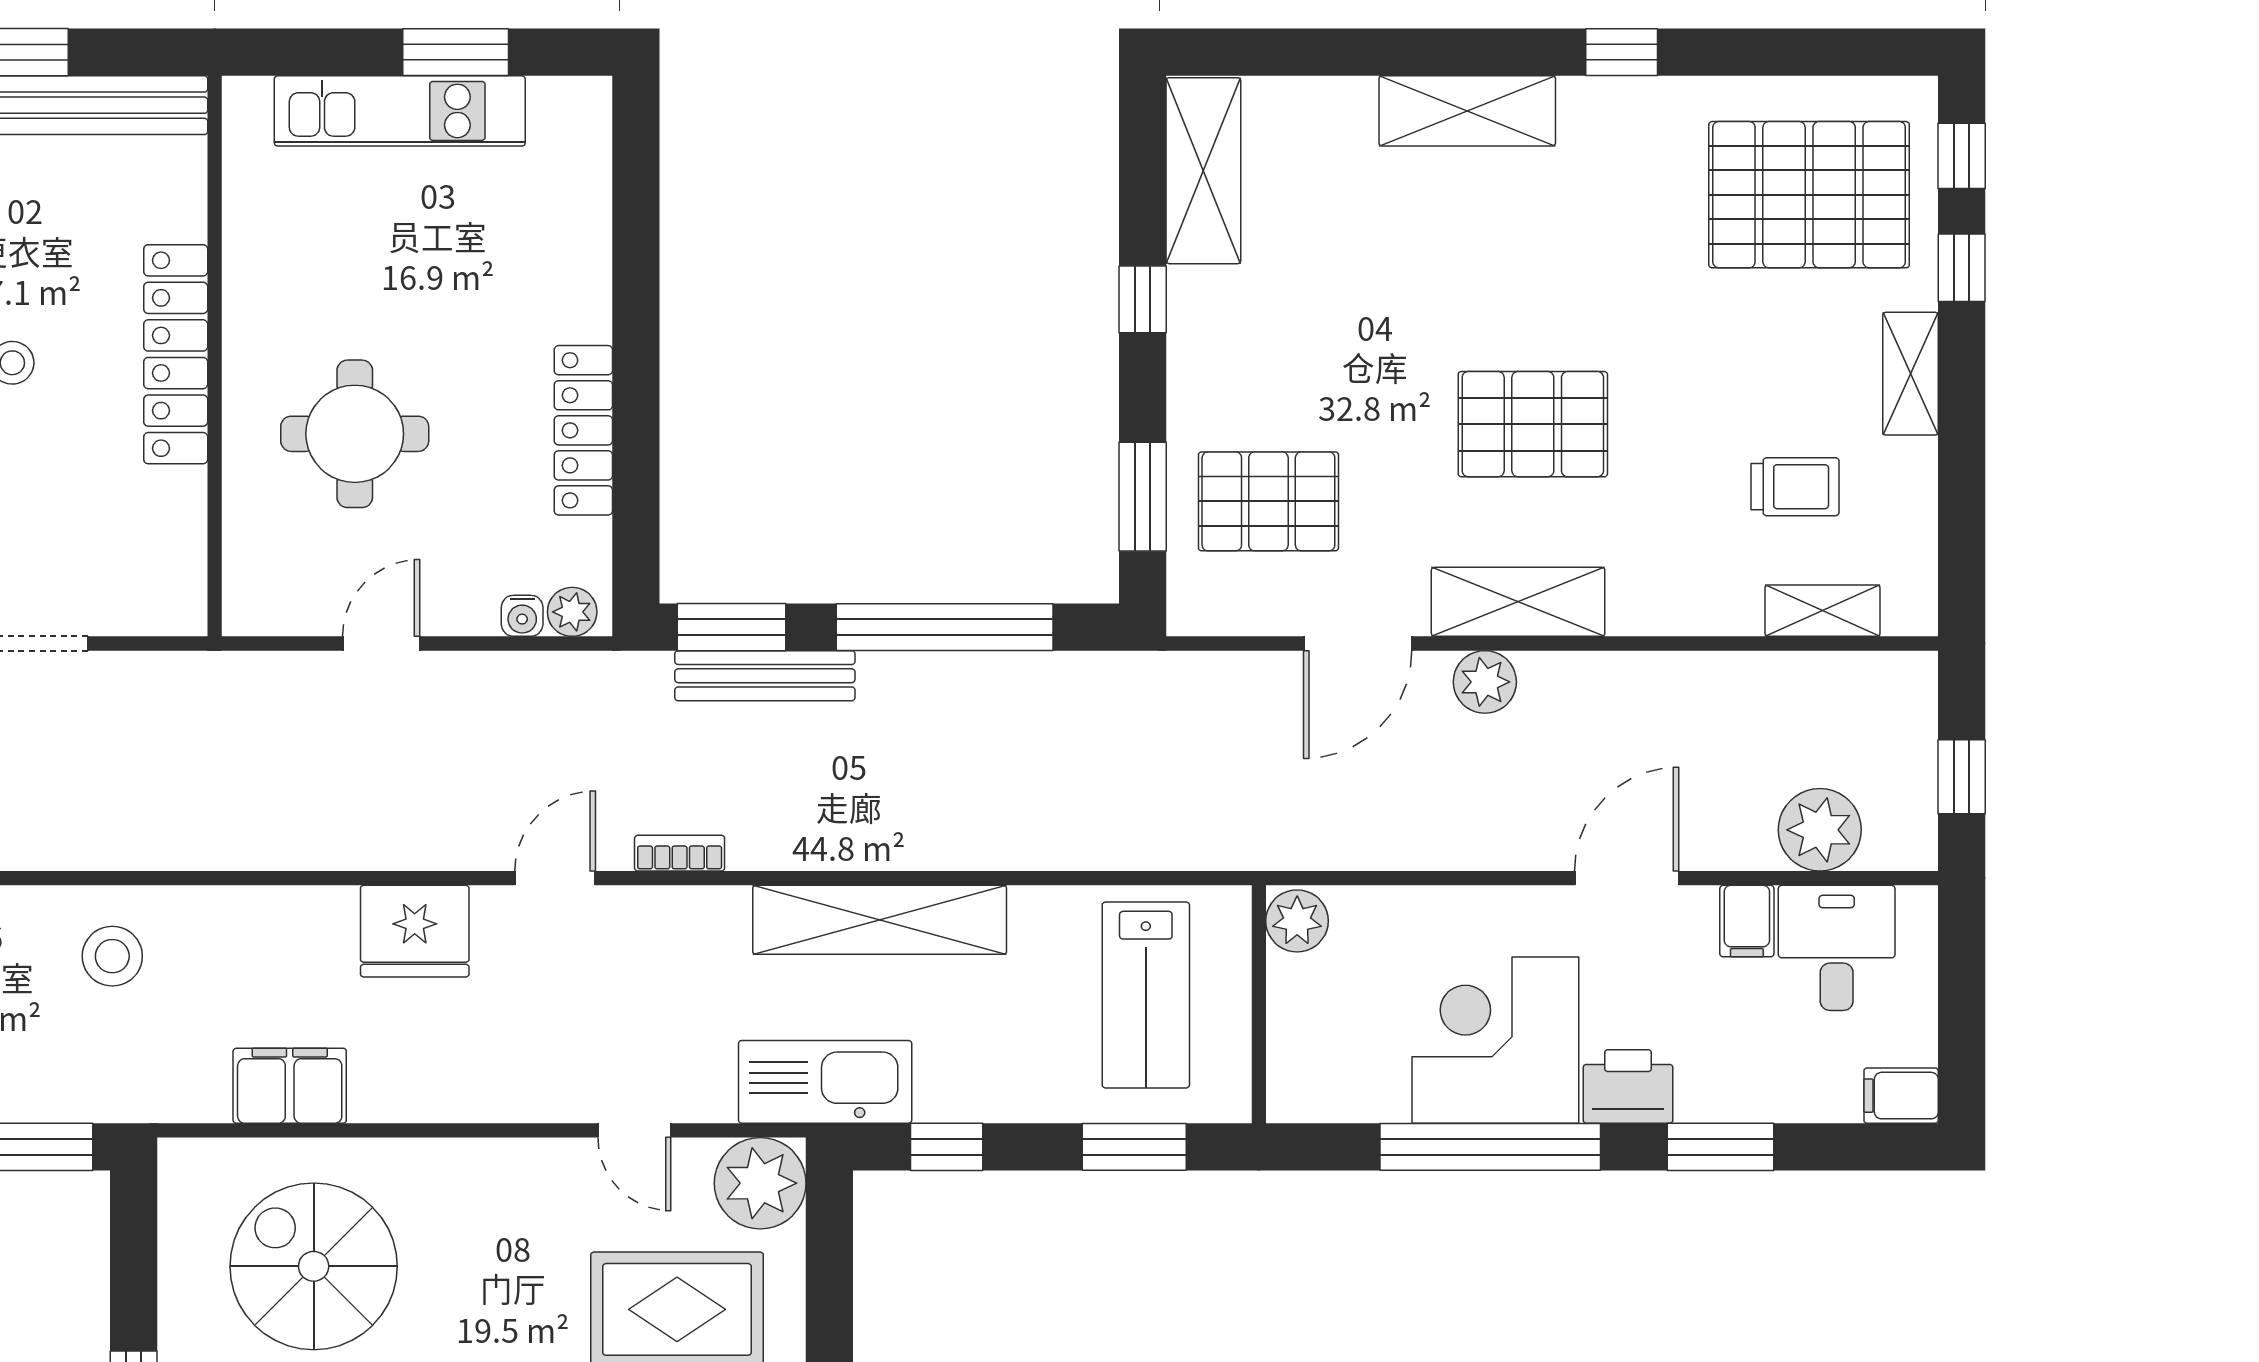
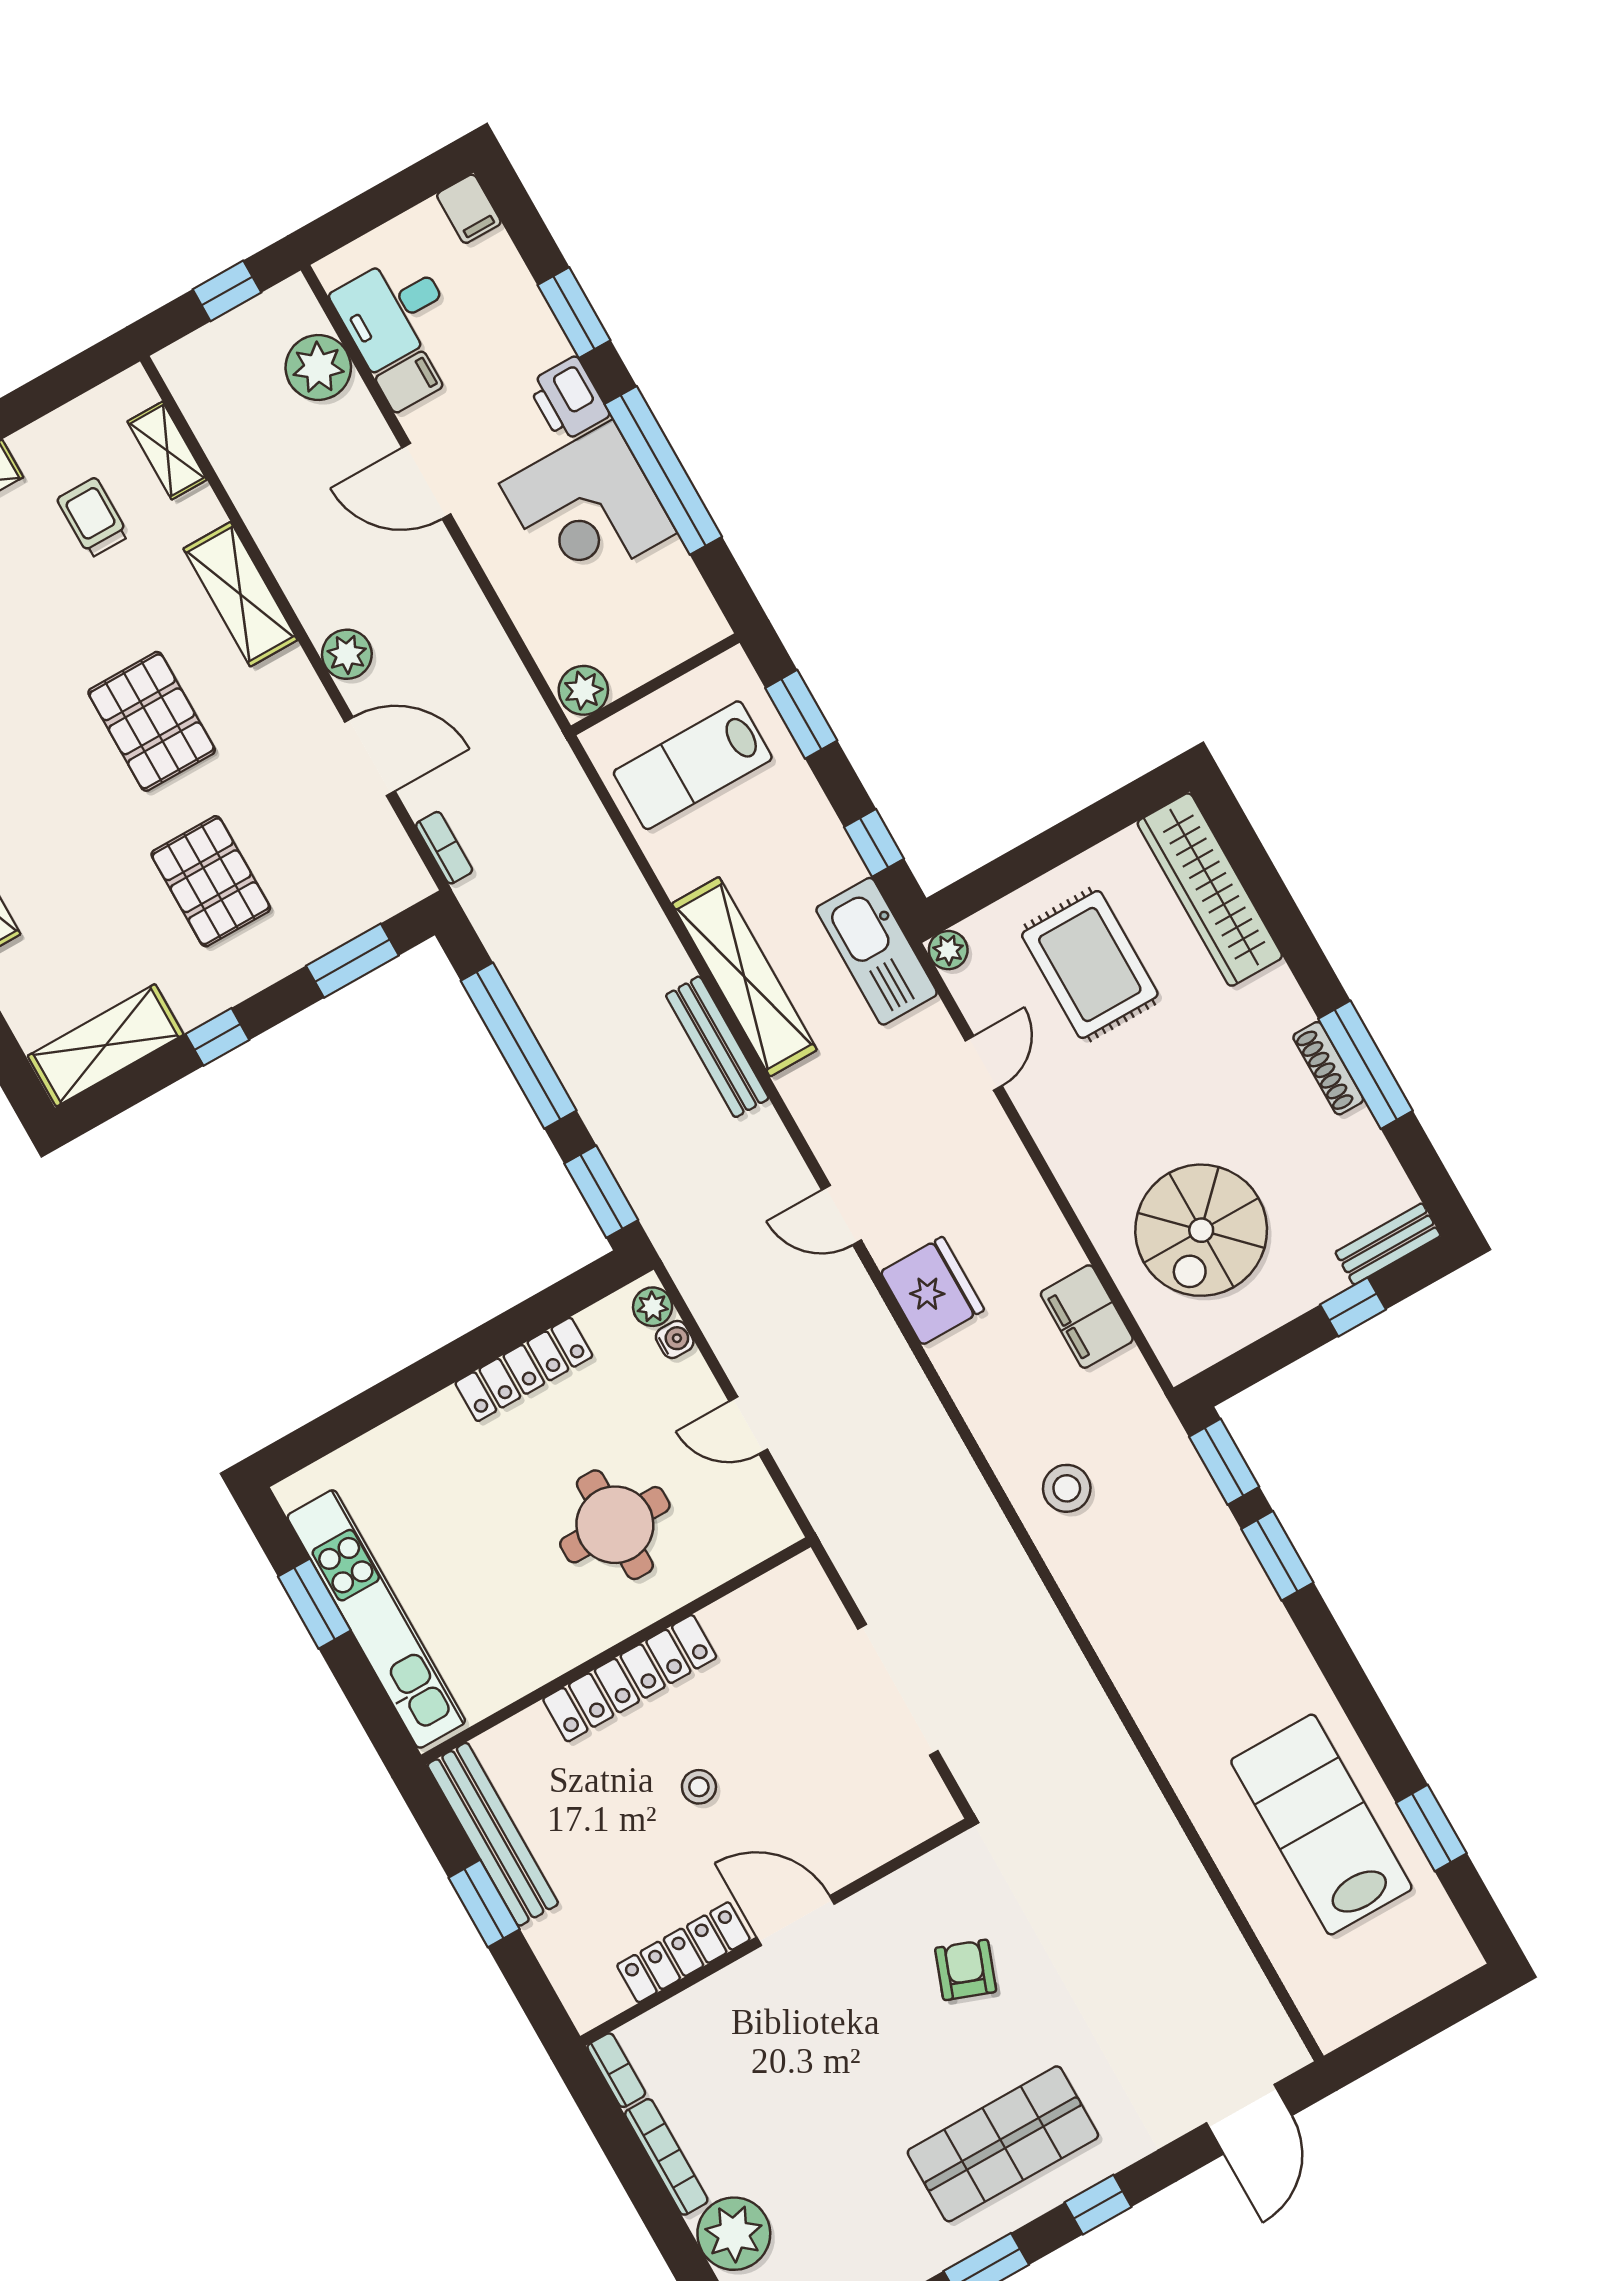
kitchen unit: (400, 111) -> (376, 1619), width x1.36
pallet: (1268, 501) -> (211, 881), moved
shelving: (1518, 602) -> (240, 594), moved
bench: (765, 676) -> (717, 1047), moved
bookcase: (680, 853) -> (444, 848), moved, turned 180
lab bench: (1146, 995) -> (693, 765), turned 180
plant: (760, 1183) -> (948, 950), width x0.53, depth x0.53

